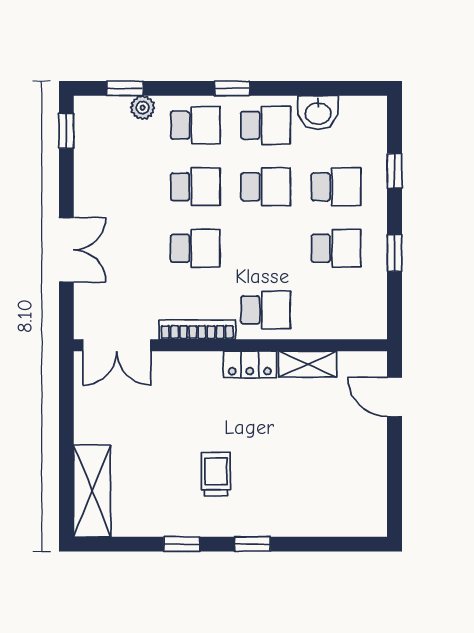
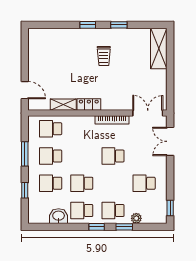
window: (125, 88) -> (124, 227), moved
school desk: (195, 187) -> (144, 183), moved
double door: (66, 250) -> (170, 141), moved
window: (395, 253) -> (25, 154), width x1.50
school desk: (266, 310) -> (51, 129), moved

